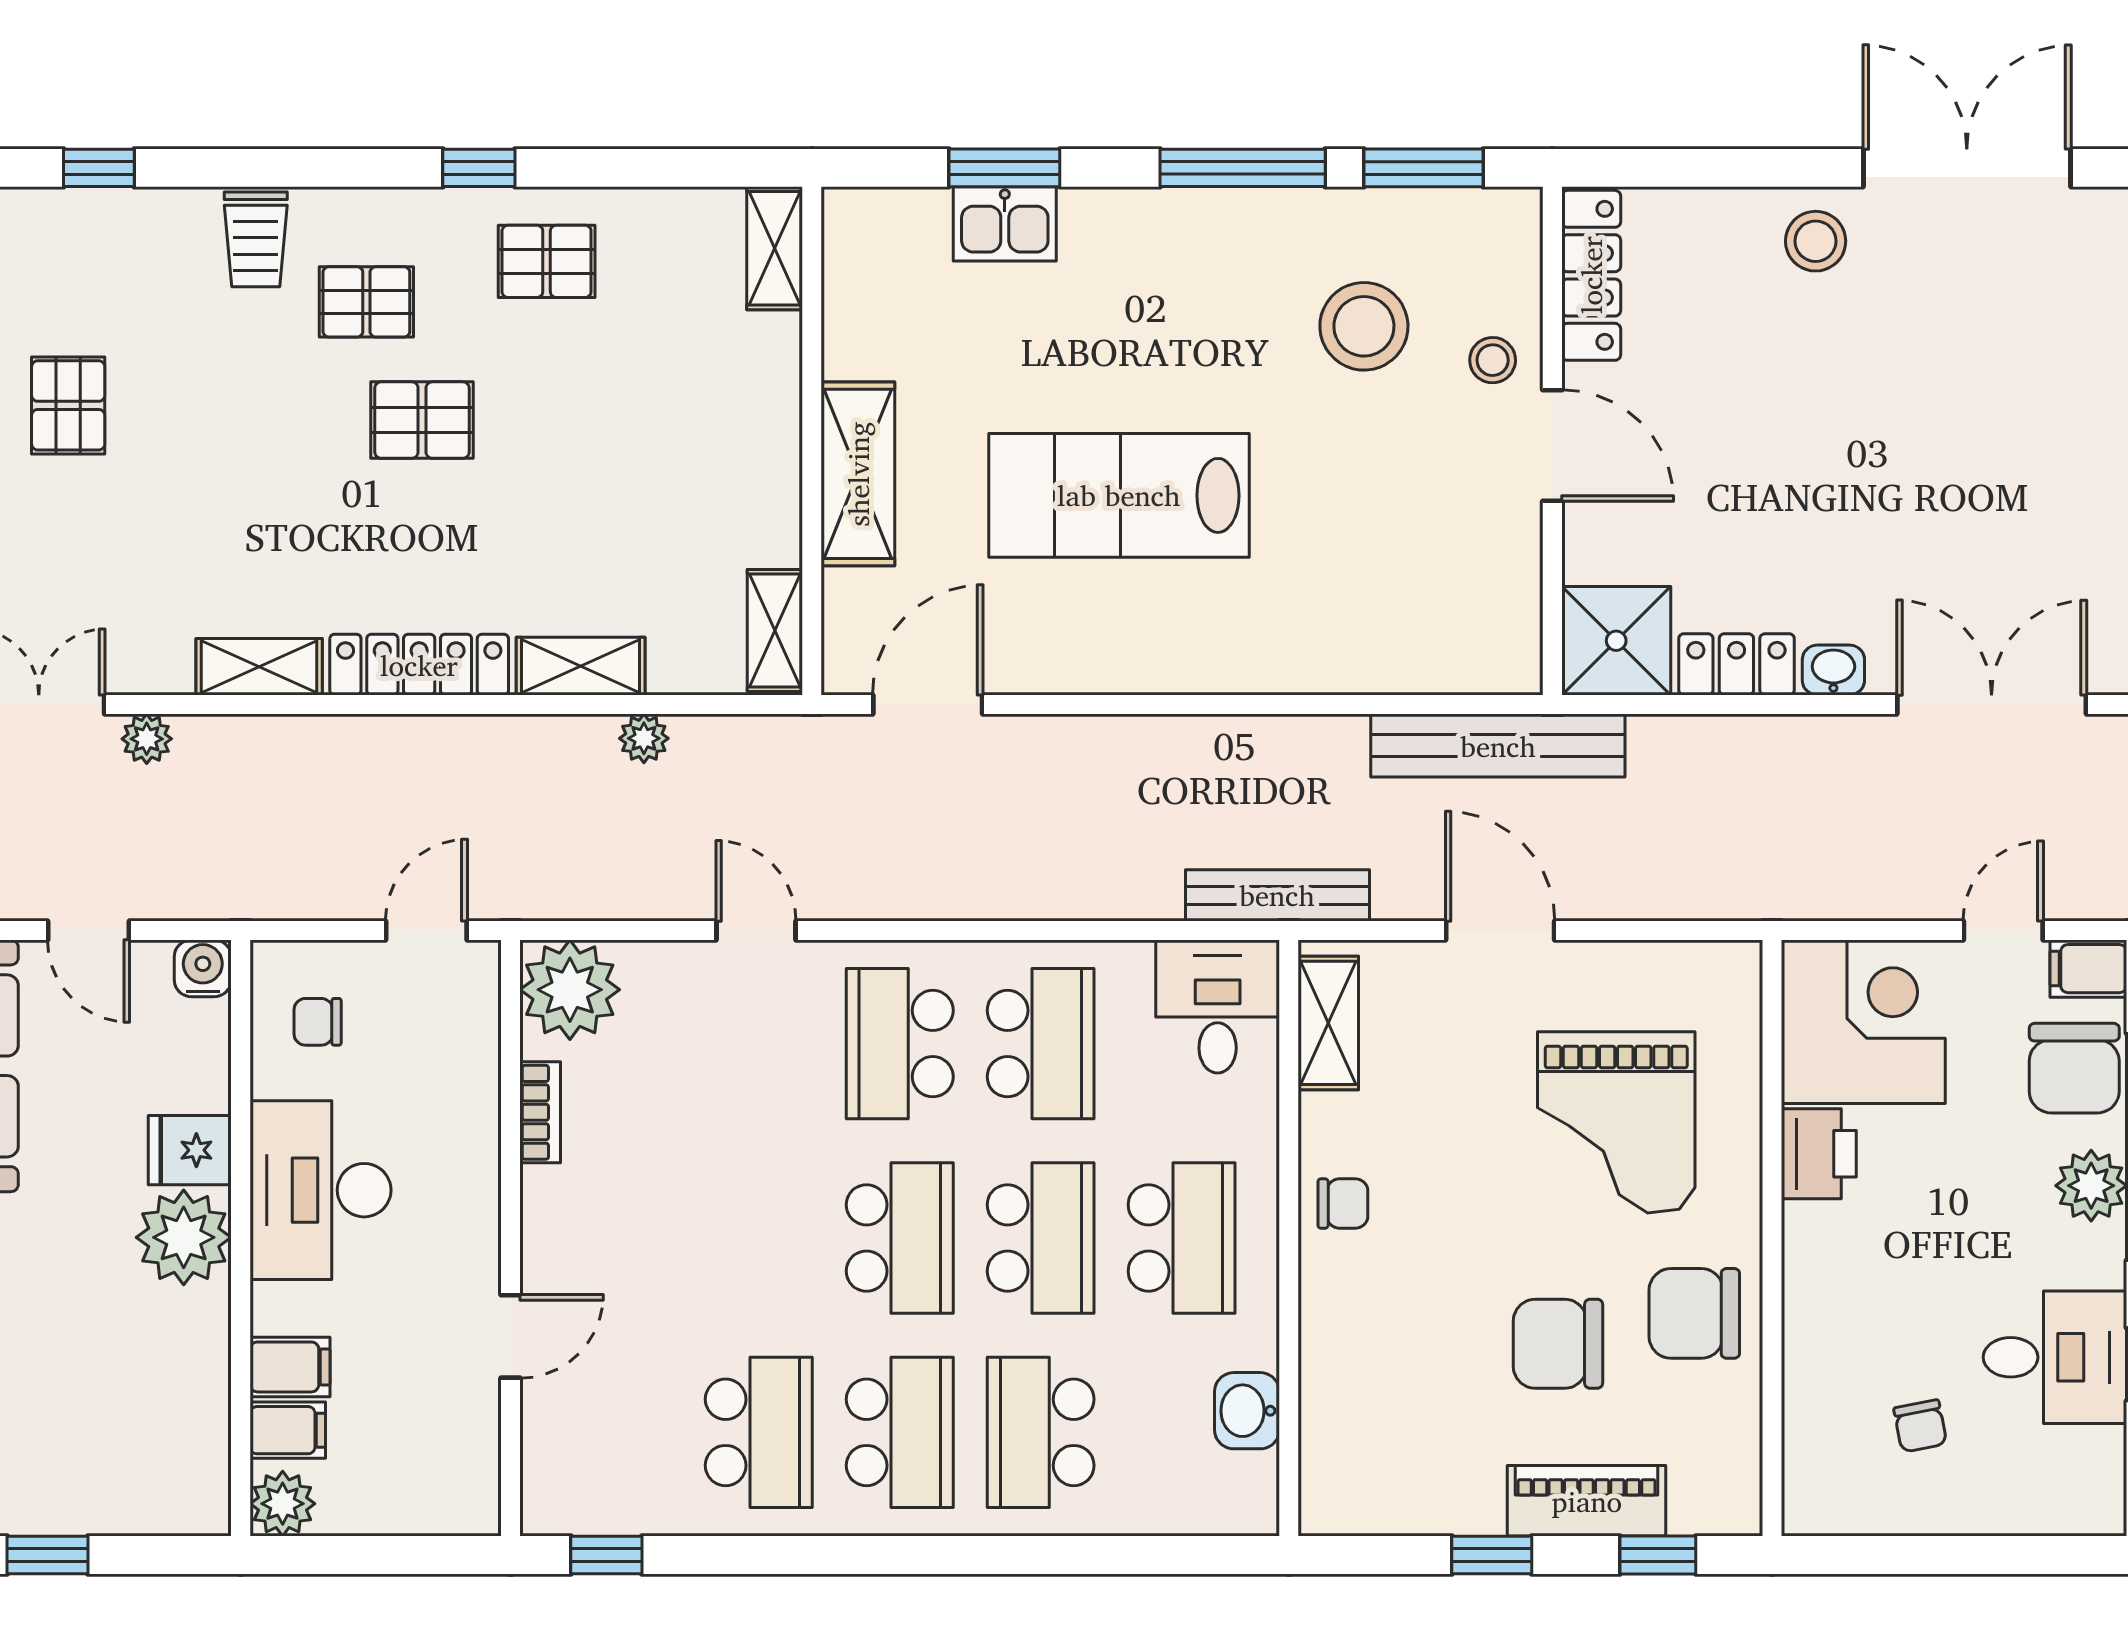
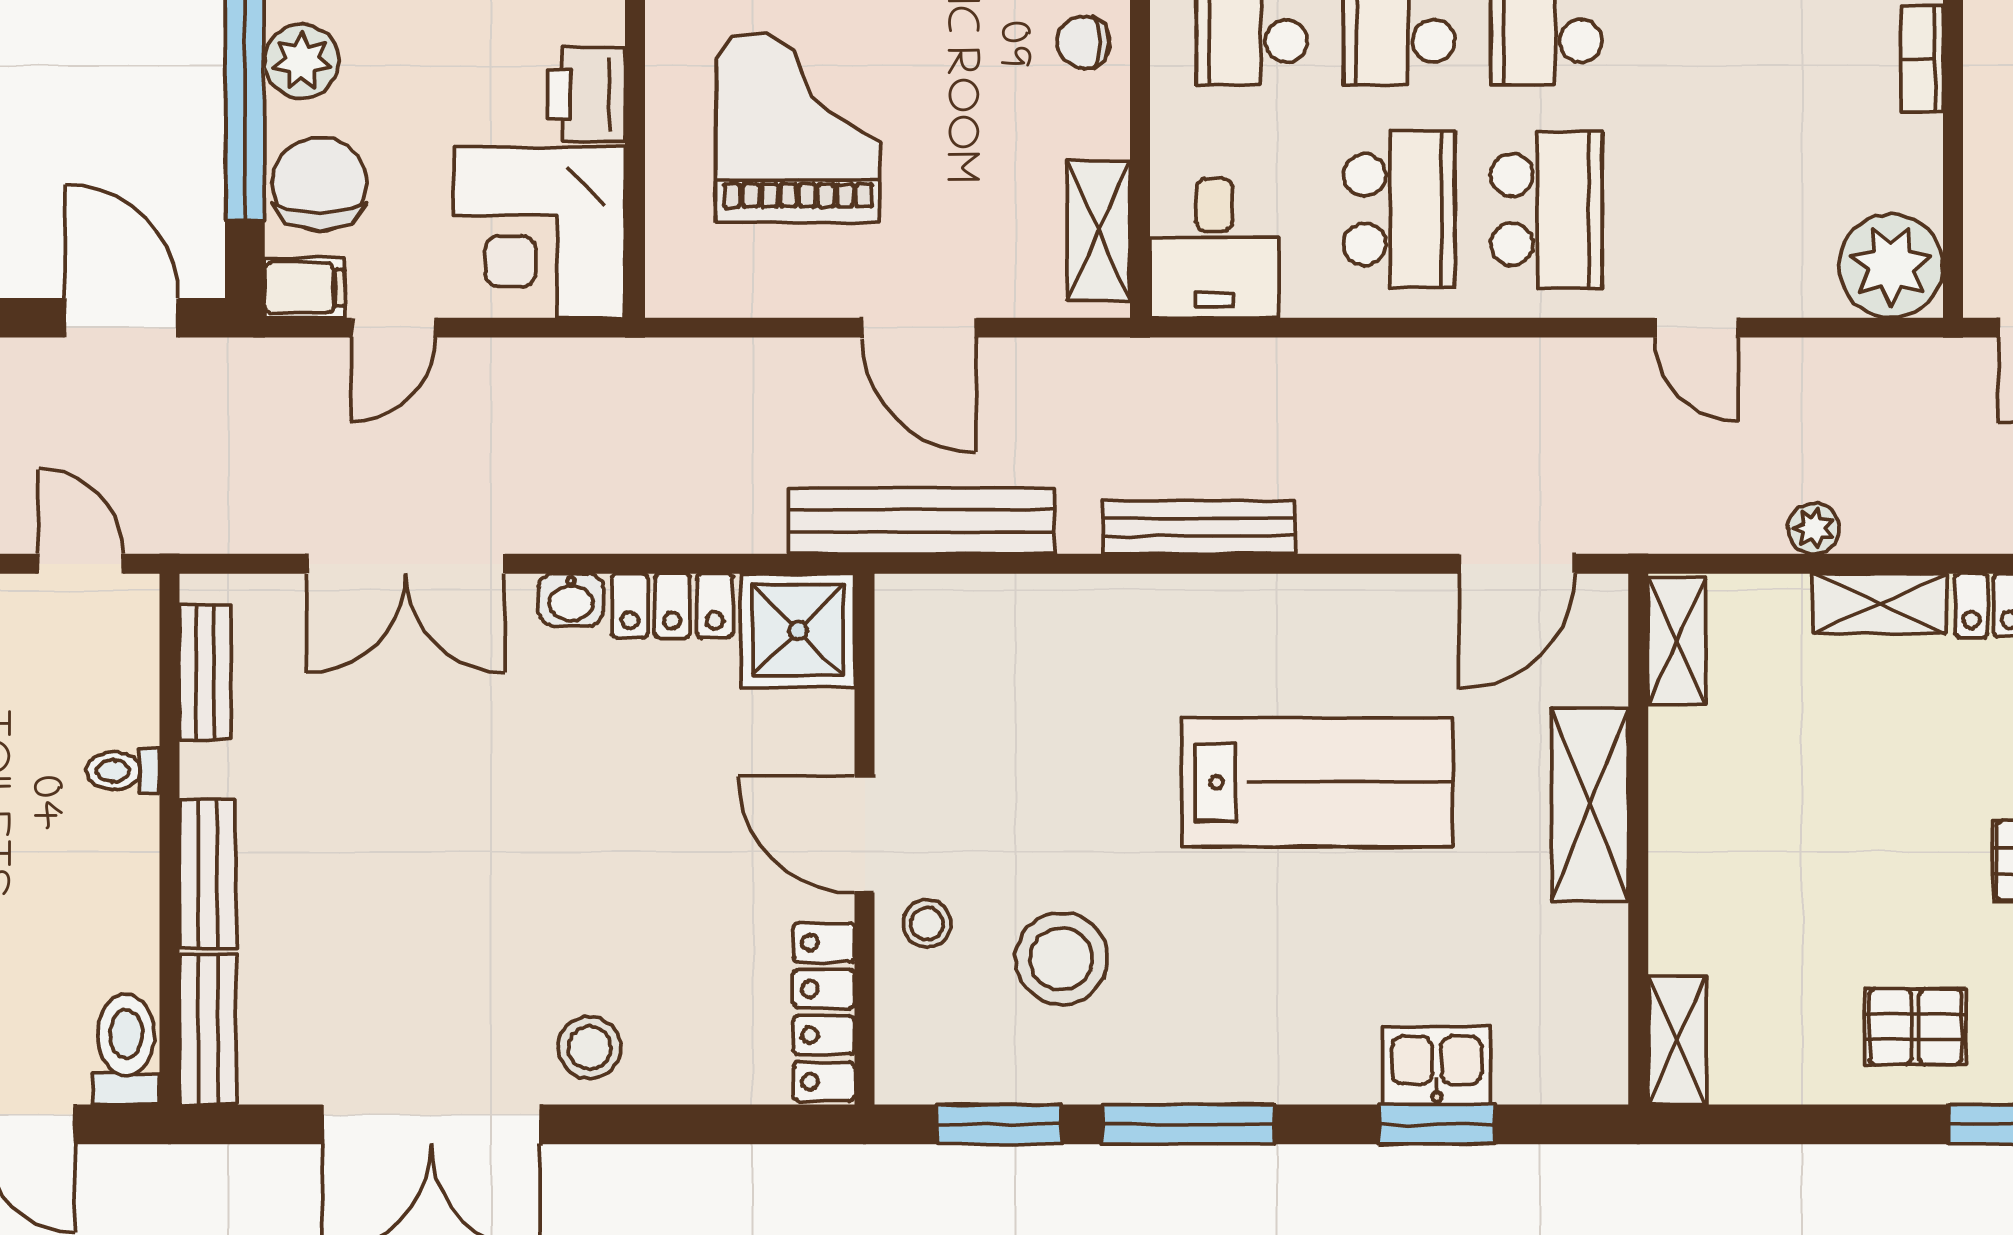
bench: (1277, 895) -> (1199, 527), moved
school desk: (1041, 1044) -> (1399, 209), turned 180
bookcase: (540, 1112) -> (1922, 59), moved

